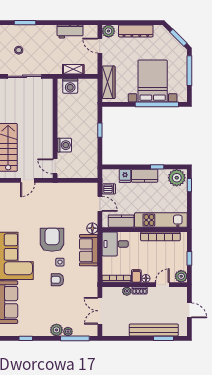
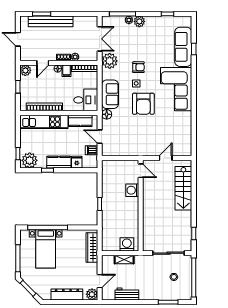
door: (100, 46) -> (100, 281), hinge flipped
bed with nightstands: (153, 81) -> (46, 249), width x0.73
plant: (89, 287) -> (110, 61), added

